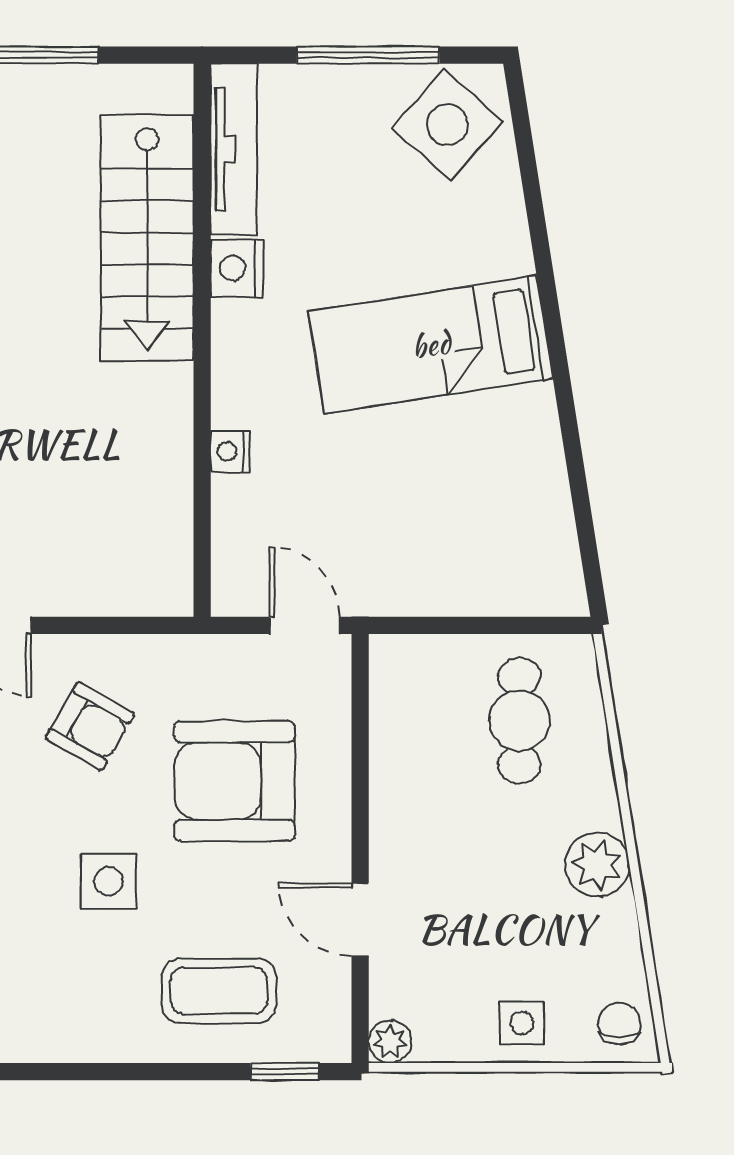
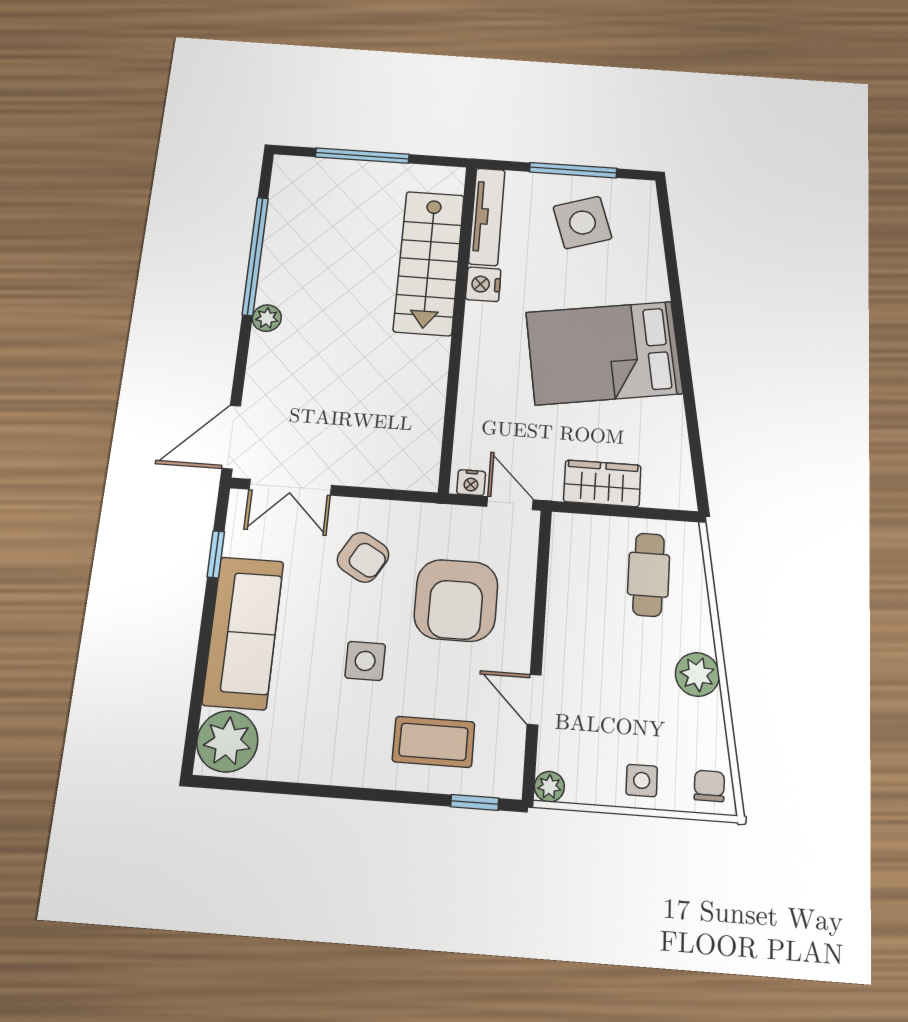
side table: (447, 125) -> (582, 223), moved, turned 31
bed: (431, 345) -> (604, 353), width x1.50
nightstand: (230, 452) -> (471, 483), moved, turned -90
wardrobe: (443, 584) -> (602, 483), added
armchair: (235, 781) -> (456, 600), turned -90

